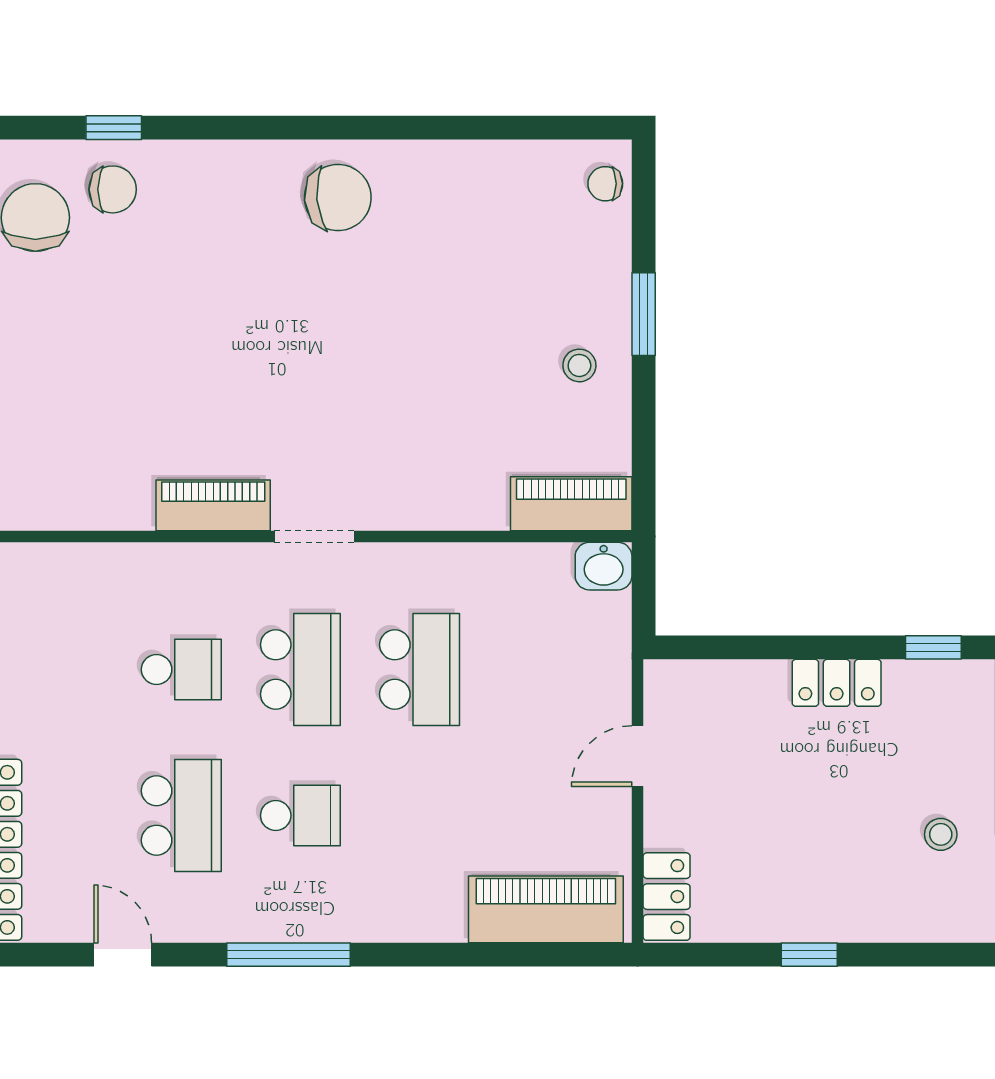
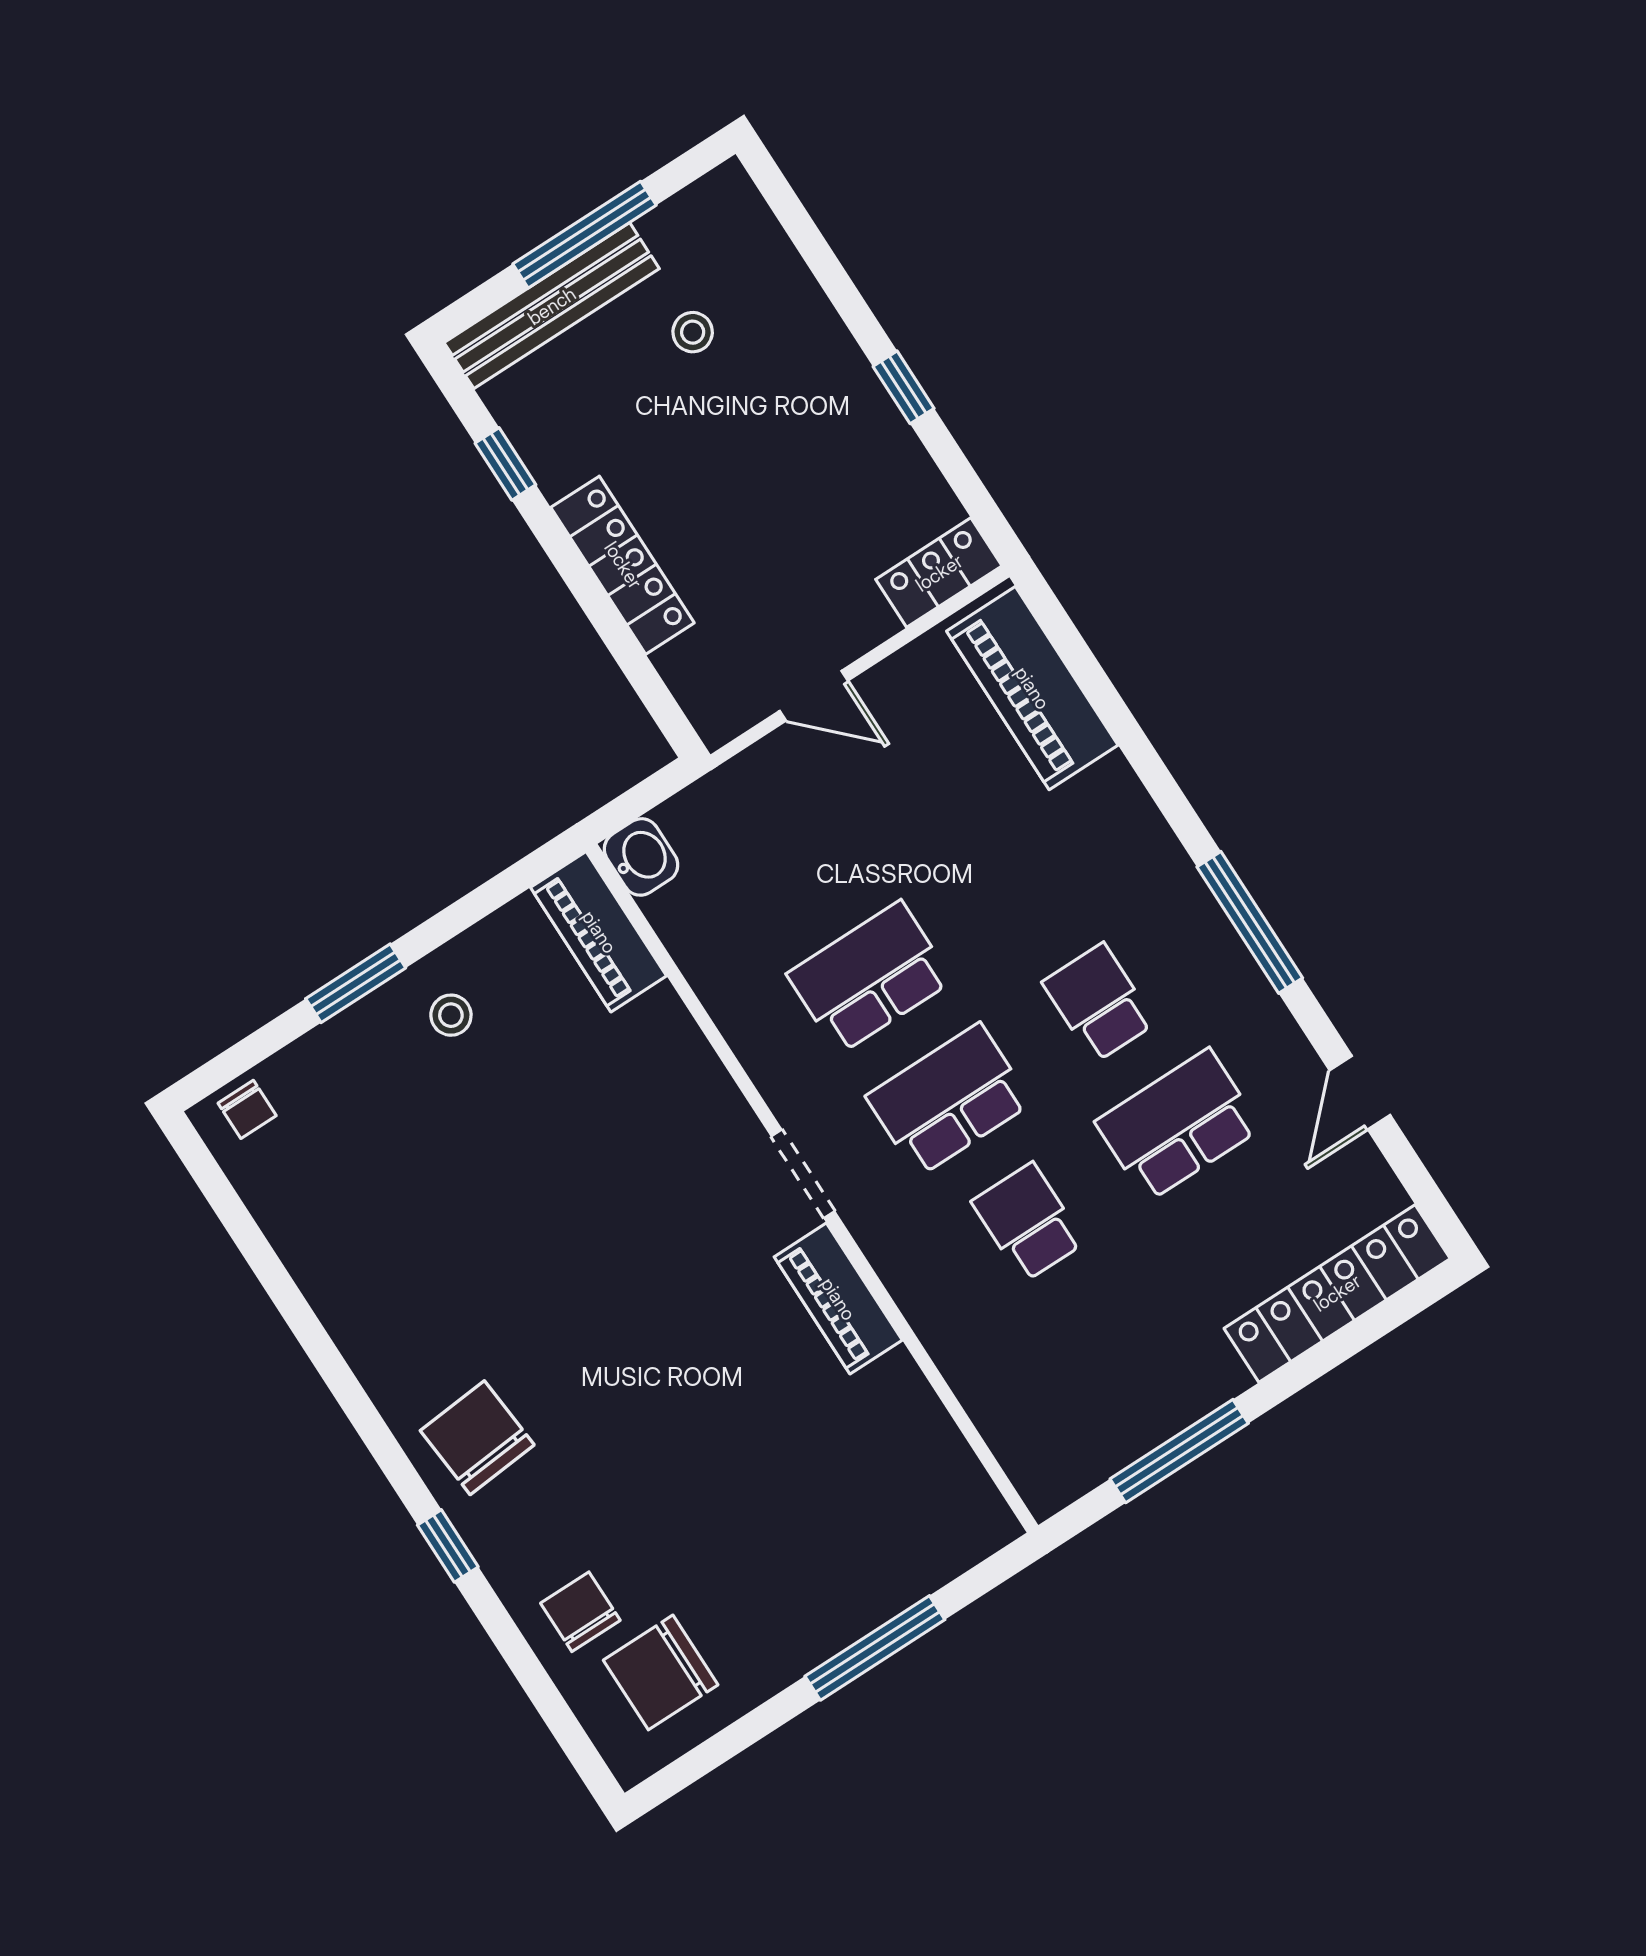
window: (114, 128) -> (448, 1546), moved
chair: (338, 198) -> (477, 1438), moved
locker: (837, 683) -> (623, 565), width x1.53

